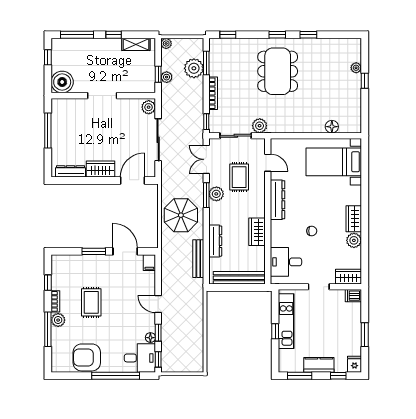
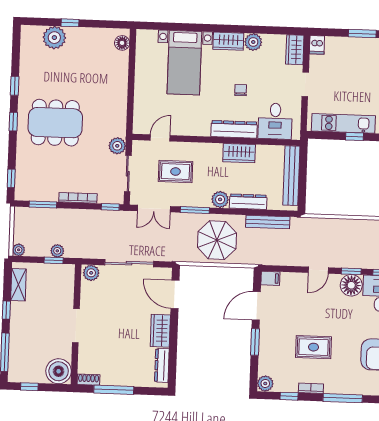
plant: (194, 68) -> (48, 219), removed
plant: (356, 68) -> (54, 38), width x1.88, depth x1.88
shoe rack: (56, 108) -> (88, 380), added
floor lamp: (332, 127) -> (122, 43), moved
bed with nightstands: (334, 162) -> (184, 63), moved
plant: (216, 194) -> (220, 199), moved
dresser: (278, 200) -> (234, 129), moved
plant: (58, 320) -> (265, 383), moved
floor lamp: (150, 338) -> (351, 285), width x1.89, depth x1.89

